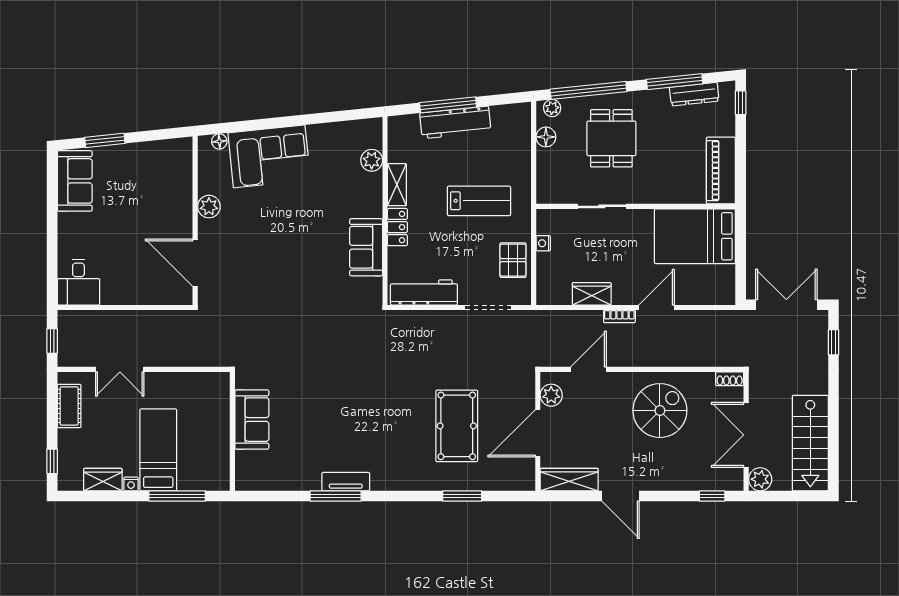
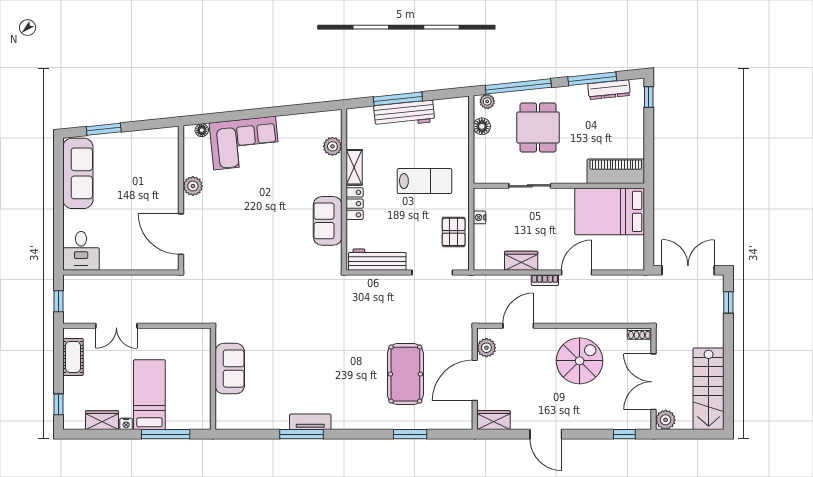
piano: (721, 171) -> (616, 171), moved, turned 90
sofa: (75, 181) -> (78, 173), width x1.36
wardrobe: (569, 480) -> (494, 420), width x0.67

